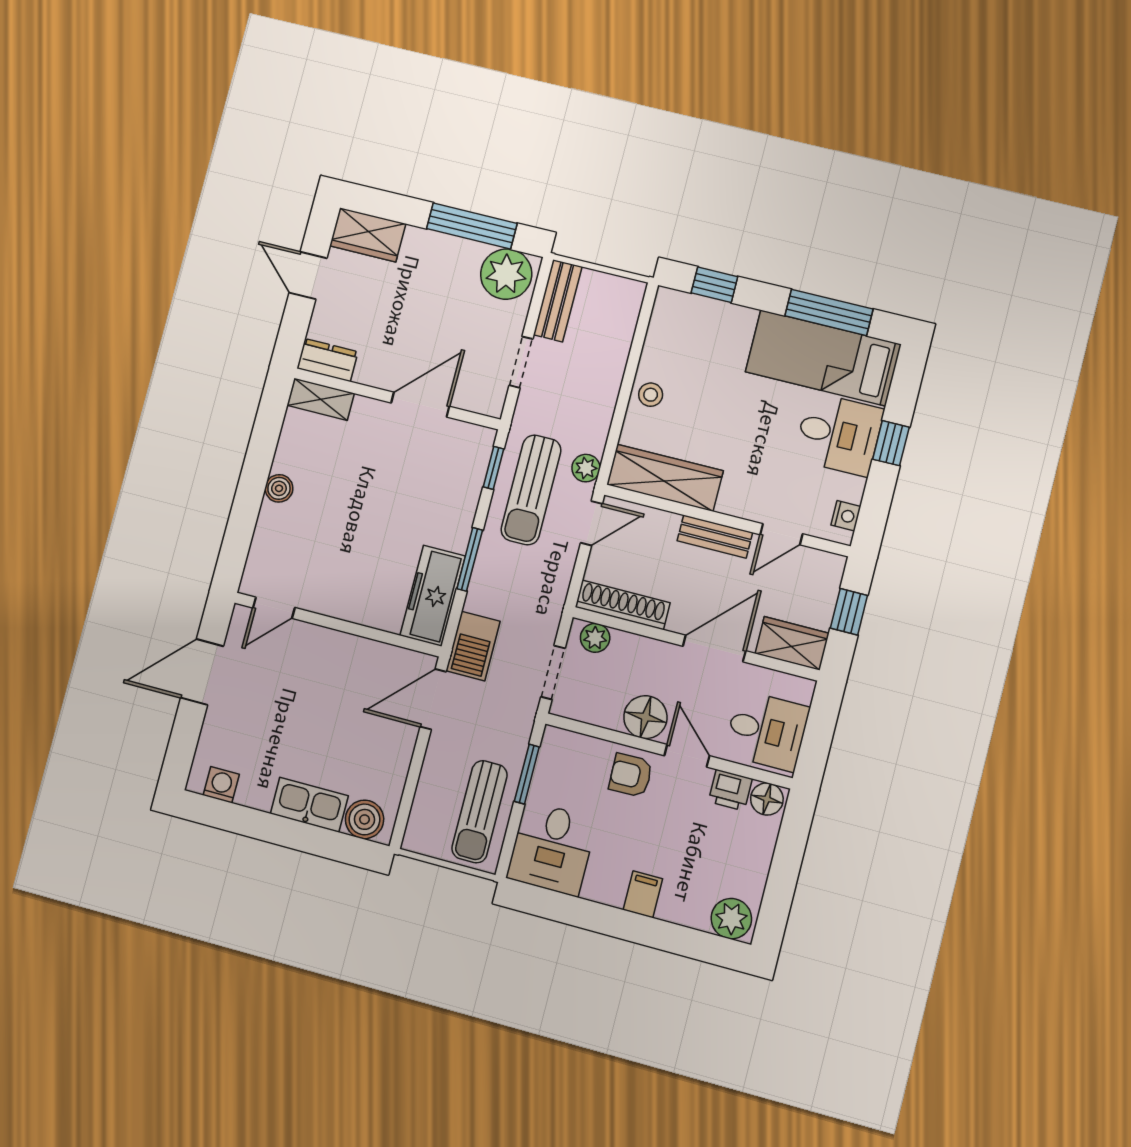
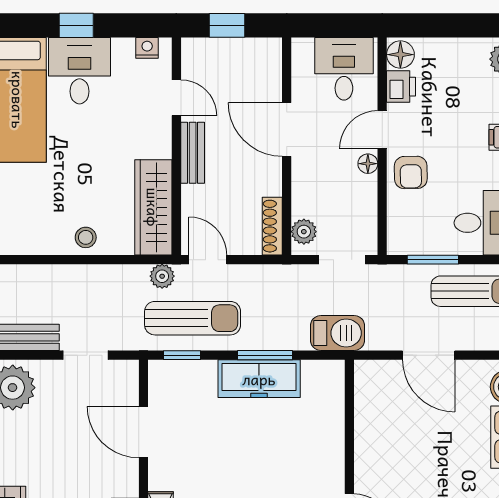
freezer: (433, 596) -> (259, 379), moved
shoe rack: (623, 605) -> (272, 226), width x0.74, depth x0.81
wardrobe: (792, 643) -> (266, 66), removed
door: (433, 699) -> (429, 355), moved
floor lamp: (645, 717) -> (368, 164), width x0.53, depth x0.53

